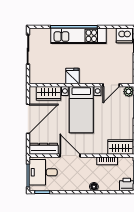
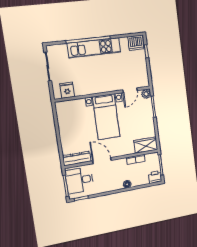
fridge: (72, 76) -> (67, 90), moved
wardrobe: (48, 93) -> (74, 106), removed
door: (28, 119) -> (58, 133), removed

